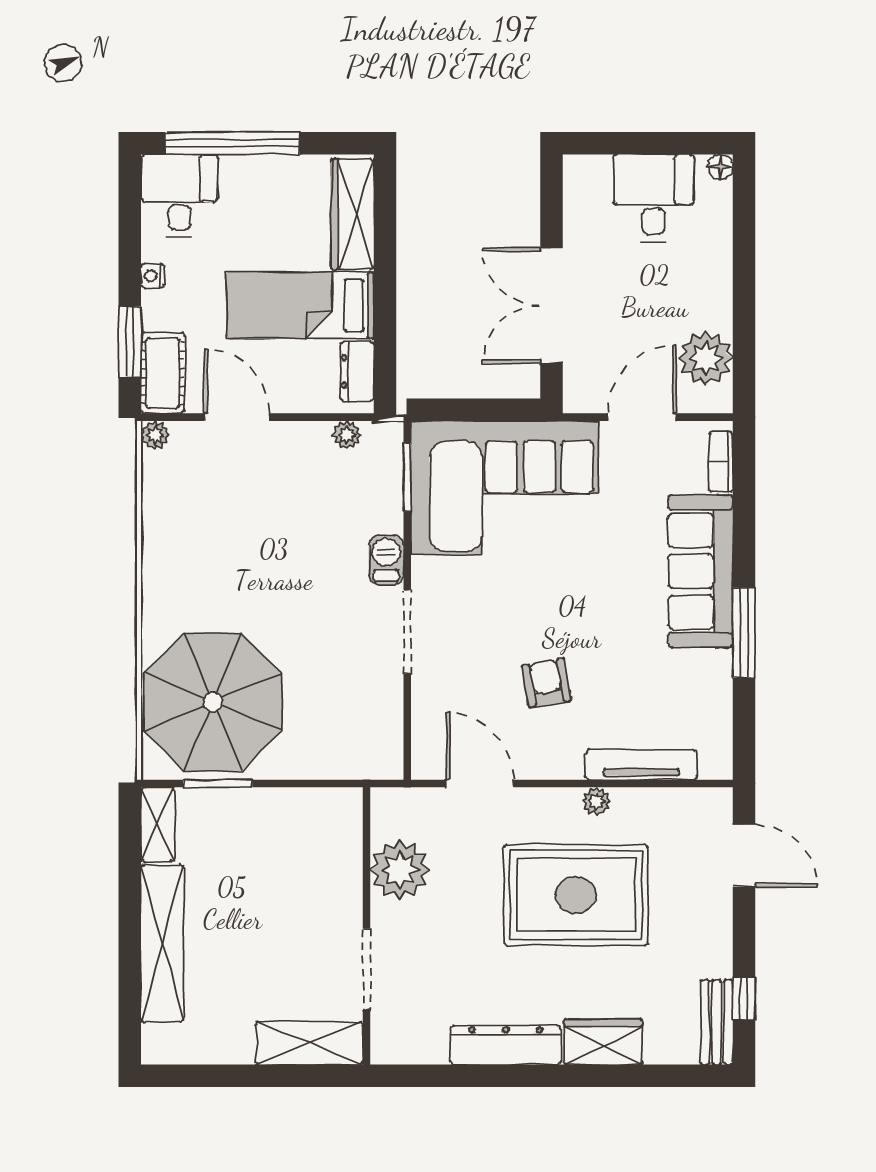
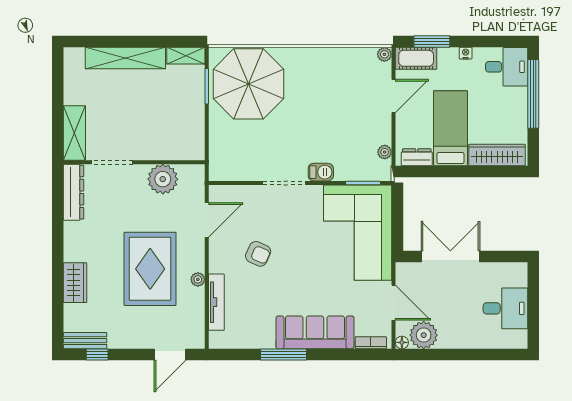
floor lamp: (720, 167) -> (402, 342), moved
armchair: (546, 683) -> (258, 254), turned 34
dresser: (506, 1045) -> (74, 192), moved

